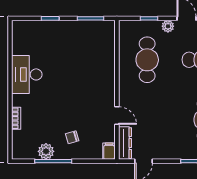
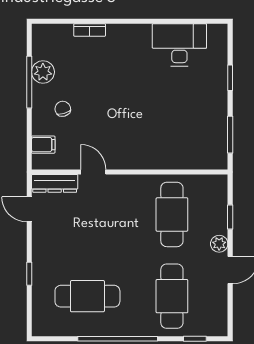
cafe table: (147, 60) -> (172, 214), turned 90
desk: (27, 74) -> (179, 45), moved
door: (117, 116) -> (93, 172), swing flipped
filing cabinet: (109, 151) -> (43, 145), moved

